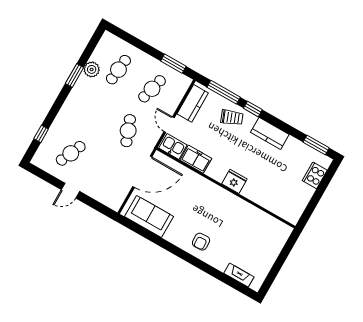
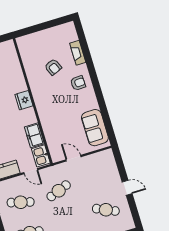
door: (169, 125) -> (31, 171), hinge flipped
door: (142, 172) -> (74, 158), width x0.53
armchair: (236, 235) -> (53, 67), added
fireplace: (239, 275) -> (78, 53), moved

